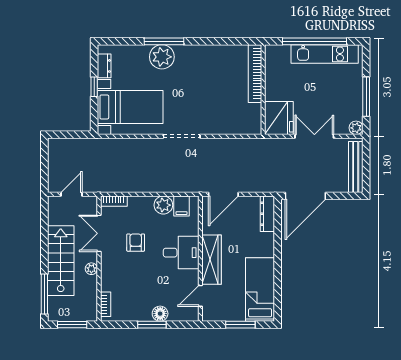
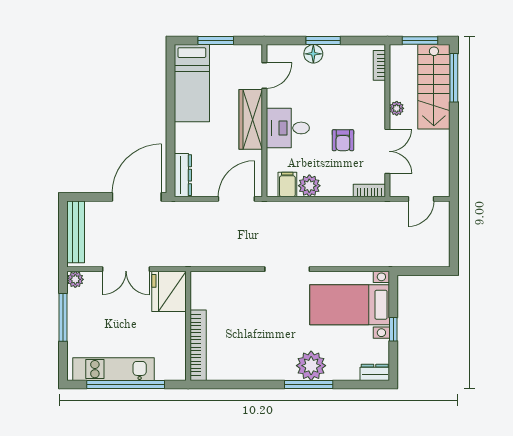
dresser: (104, 66) -> (375, 372), moved, turned 90
stairs: (61, 261) -> (434, 87), moved

